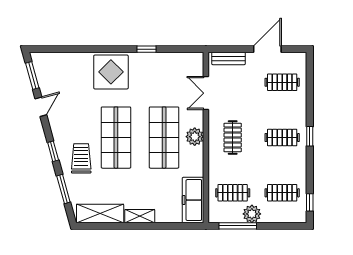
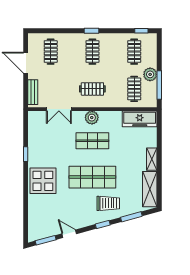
shop shelf: (164, 138) -> (92, 141), width x0.70, depth x0.74
trolley: (81, 158) -> (108, 203), turned 180

